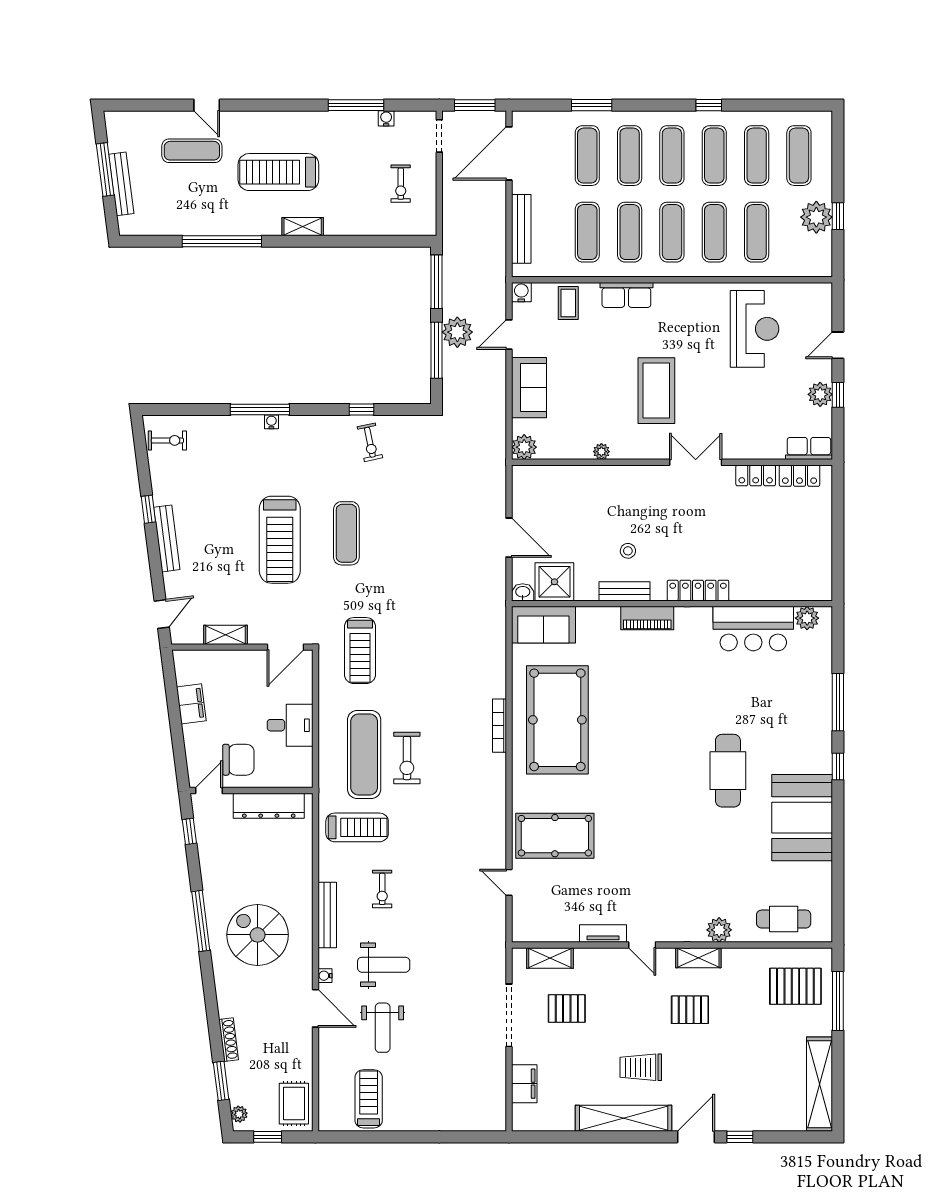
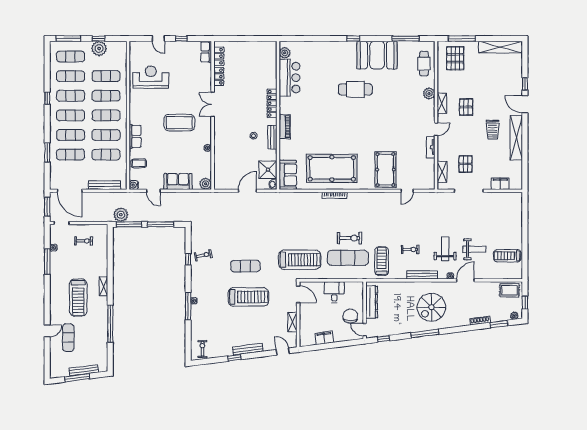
window: (838, 150) -> (68, 39), added
plant: (457, 332) -> (121, 215), moved
plant: (820, 394) -> (181, 47), removed
treadmill: (360, 651) -> (300, 260), width x1.37, depth x1.37
window: (838, 702) -> (406, 39), moved

